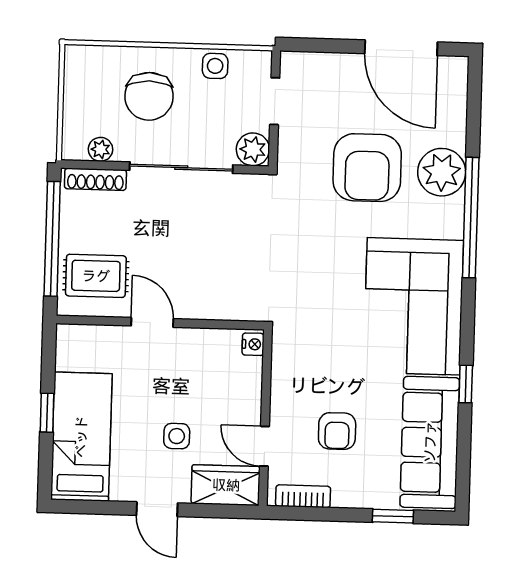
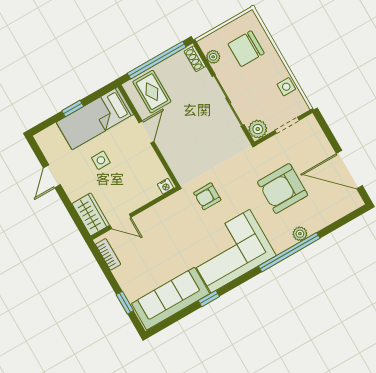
door: (401, 48) -> (349, 170), hinge flipped
chair: (149, 96) -> (246, 49), moved
plant: (442, 172) -> (300, 234), width x0.53, depth x0.53
shoe rack: (95, 179) -> (195, 59), width x0.70
armchair: (337, 431) -> (207, 196), moved
side table: (177, 436) -> (101, 160), moved
bed: (81, 437) -> (95, 118), moved, turned 180
door: (264, 446) -> (120, 221), swing flipped
door: (157, 509) -> (52, 176), moved

